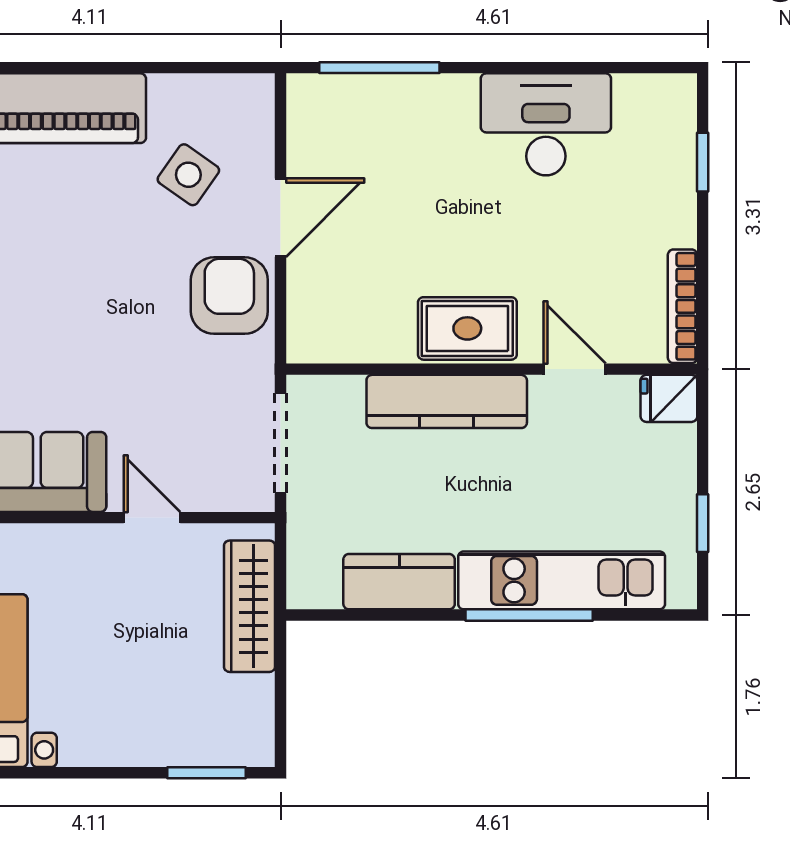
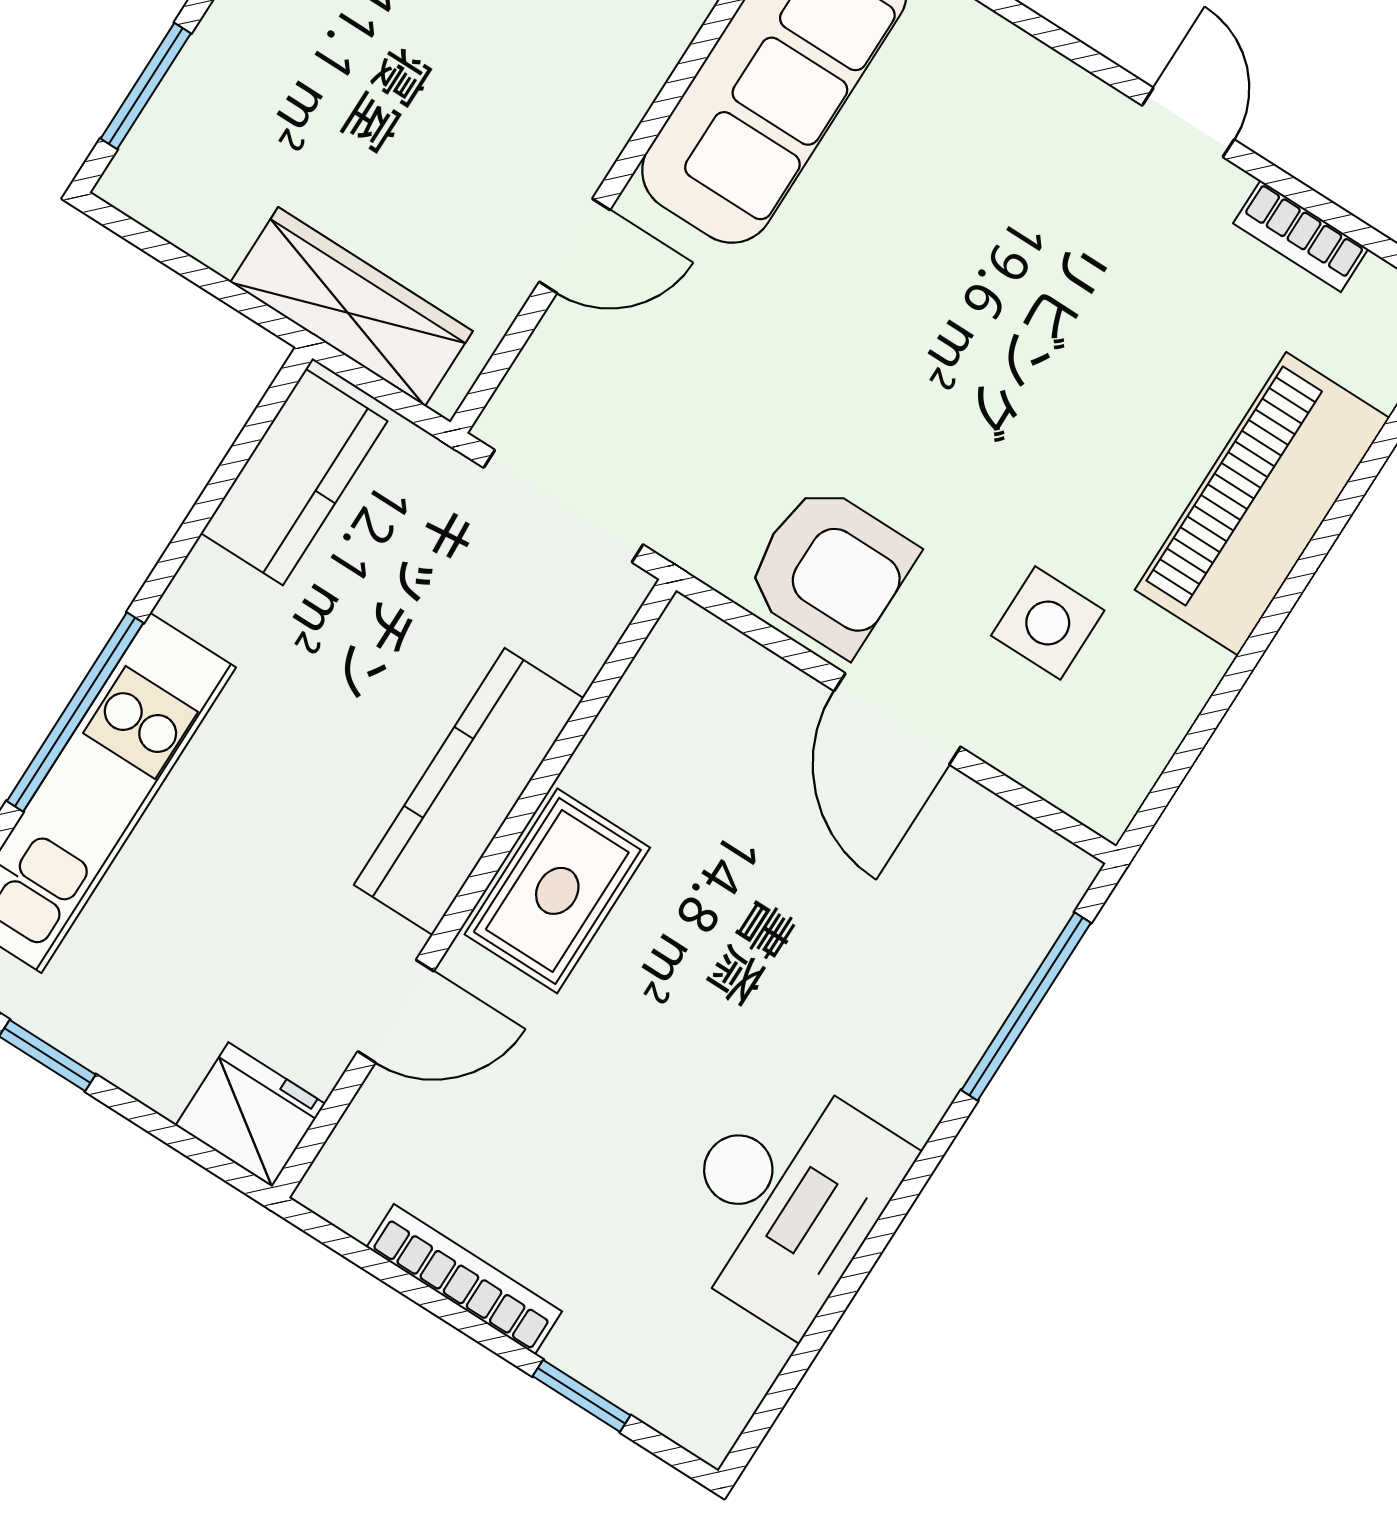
side table: (188, 175) -> (1048, 623), turned -35
bookcase: (683, 306) -> (464, 1279), moved
fridge: (669, 398) -> (250, 1115), width x1.38
kitchen counter: (399, 582) -> (294, 477), moved

